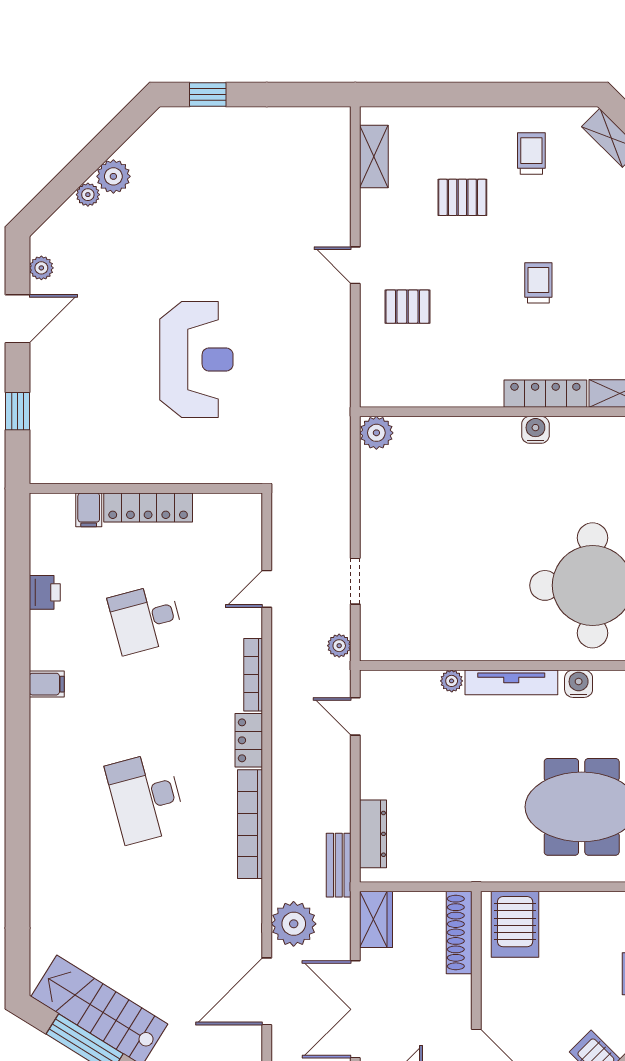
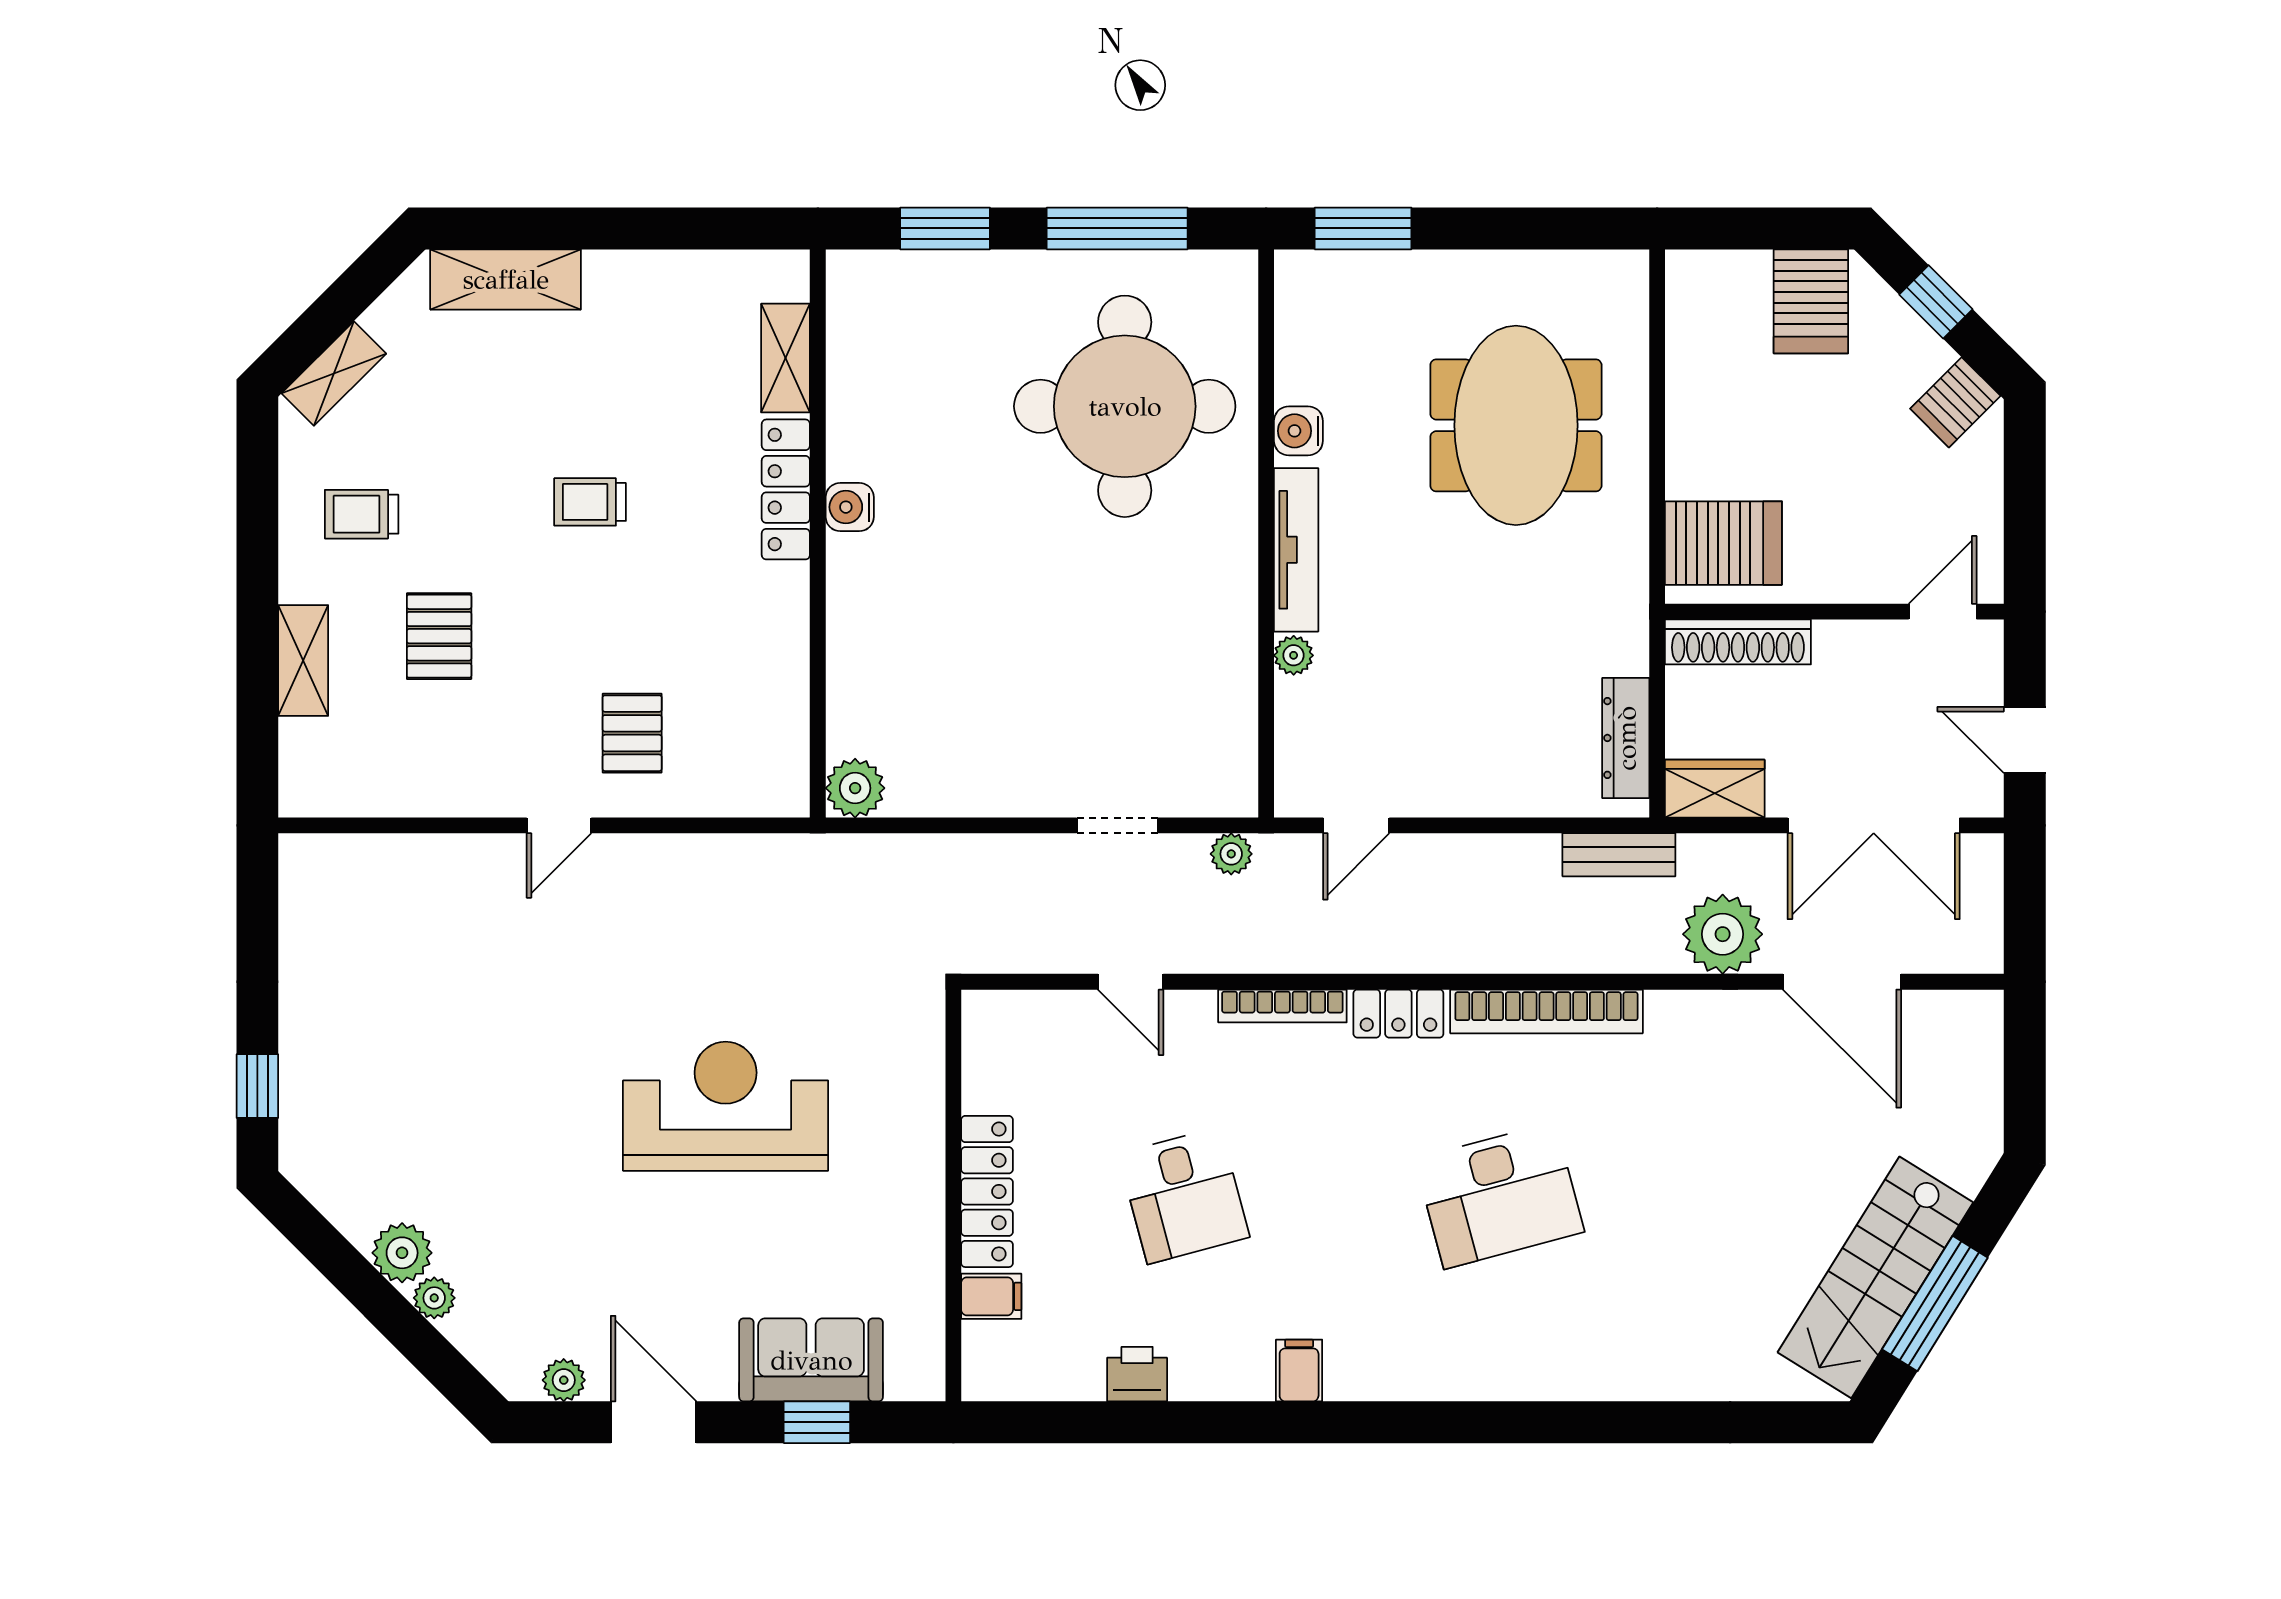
shelving: (374, 157) -> (303, 660), moved, turned 90
sofa: (53, 408) -> (811, 1360), added
dresser: (373, 834) -> (1626, 738), moved, turned -90

